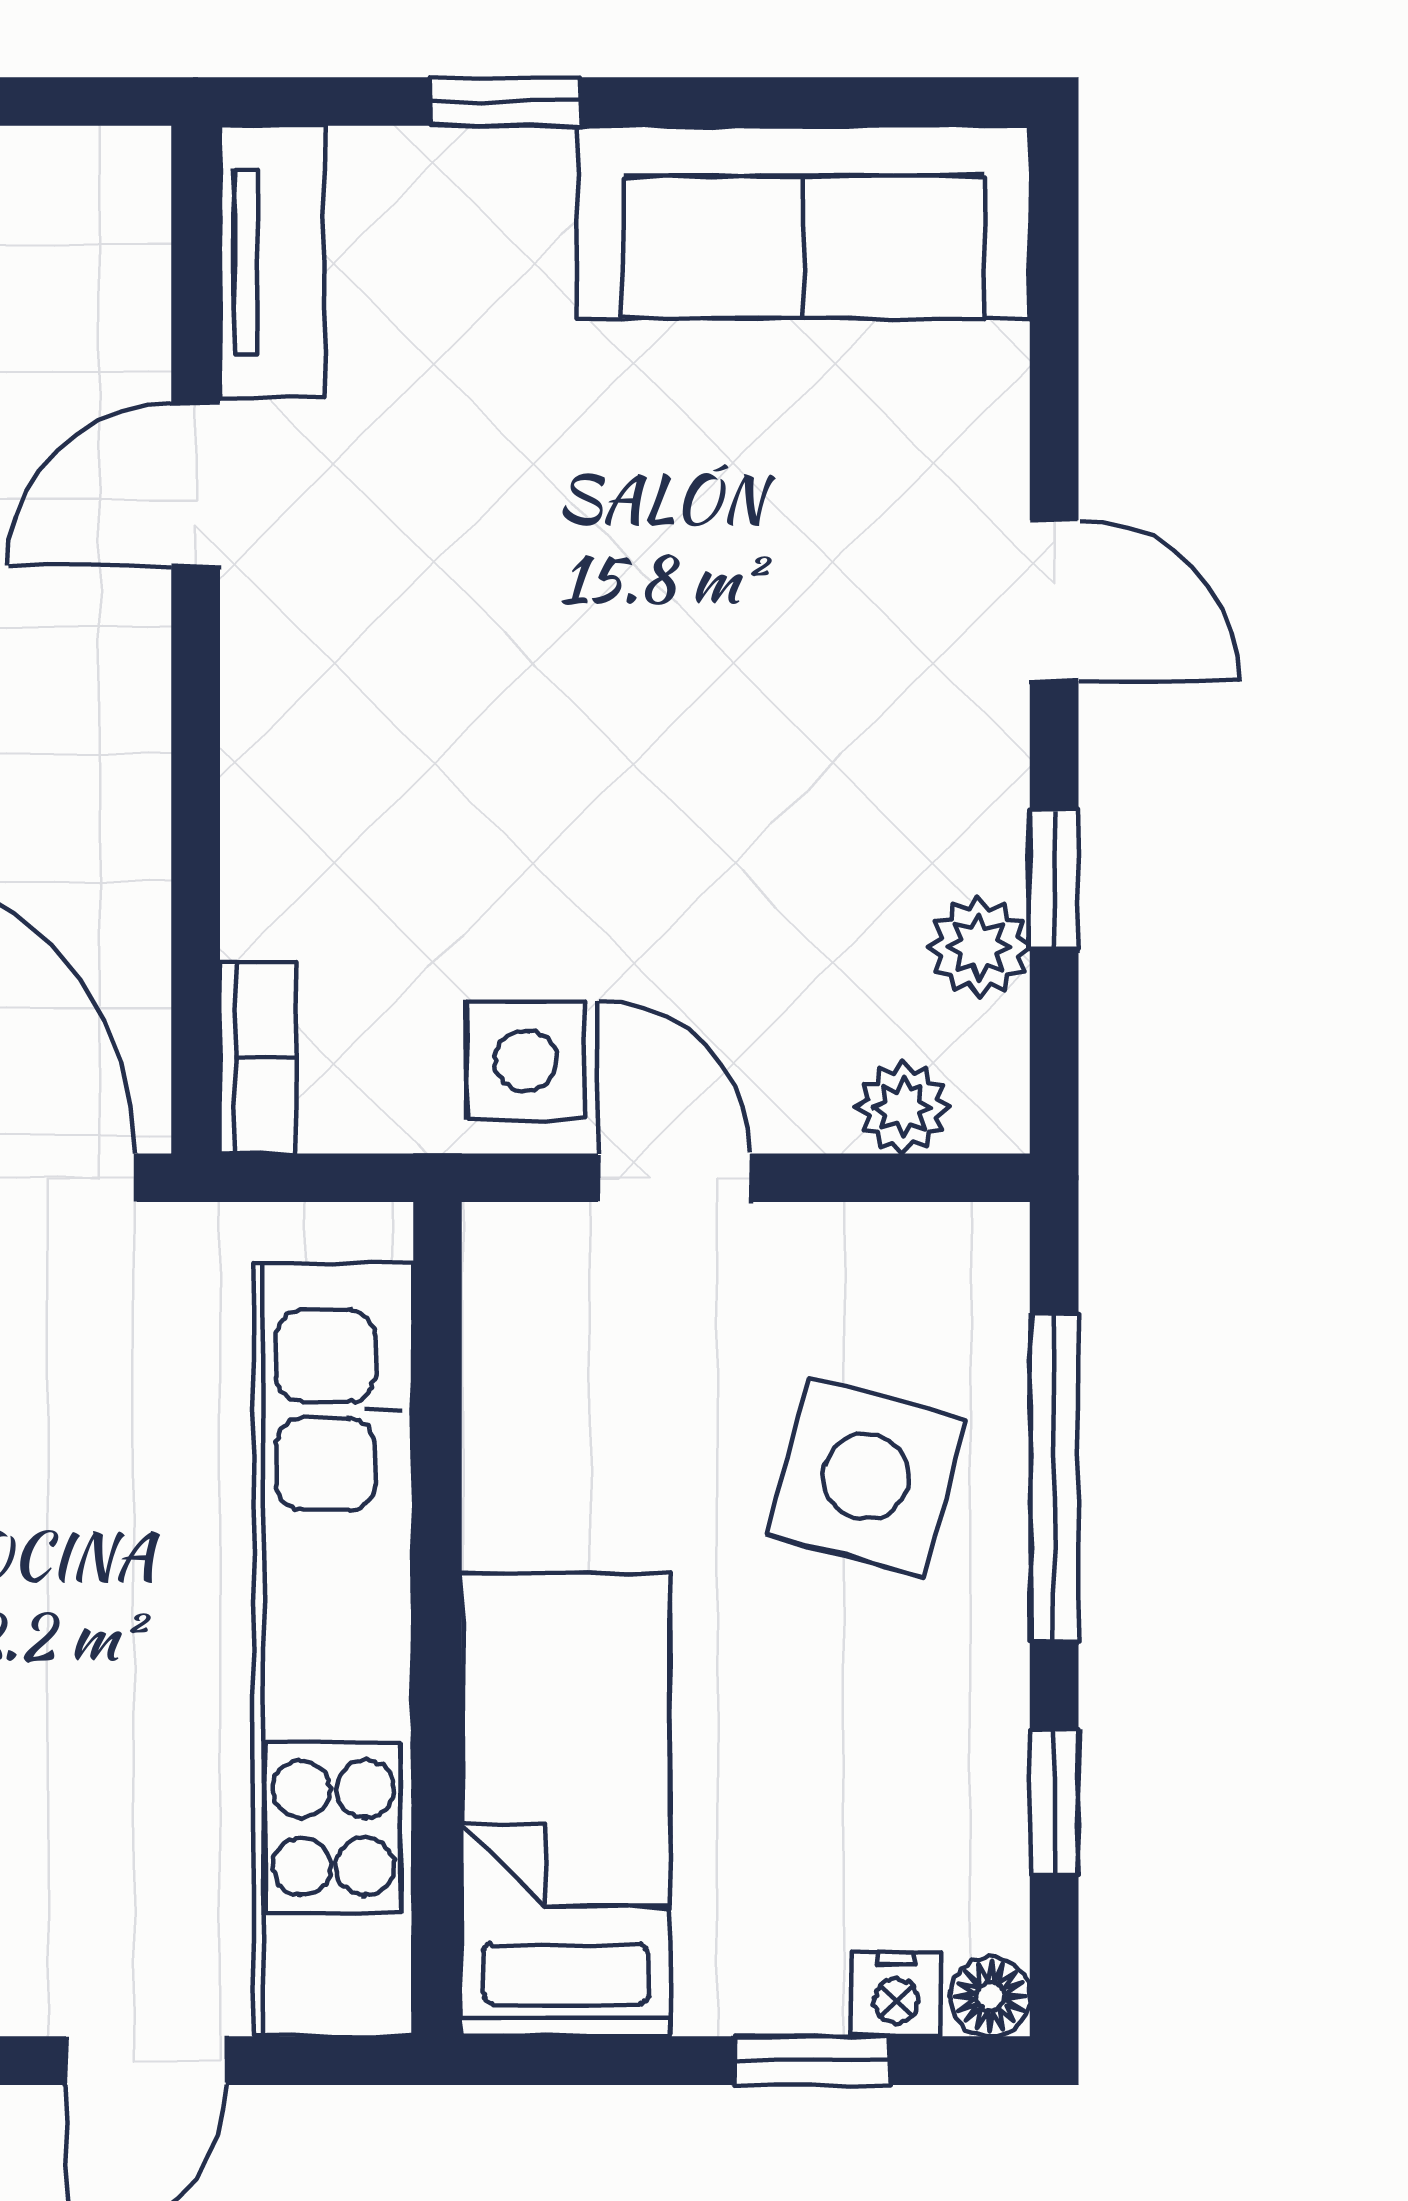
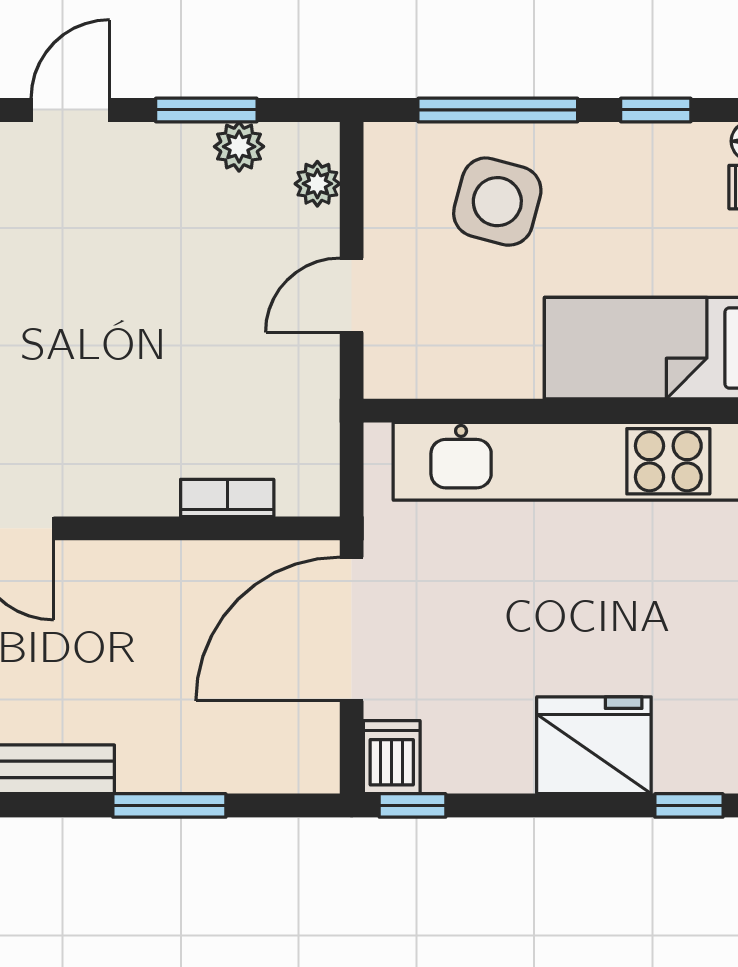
window: (1054, 880) -> (206, 110), width x1.50
bookcase: (258, 1058) -> (227, 498), moved
side table: (526, 1060) -> (294, 368), removed

